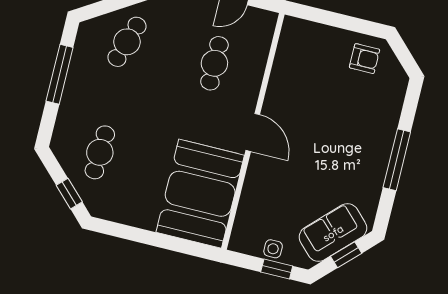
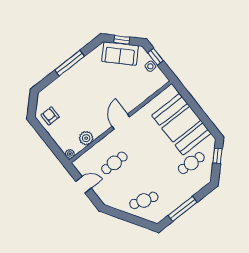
plant: (291, 25) -> (70, 154), added
plant: (285, 67) -> (86, 138), added
booth: (200, 194) -> (181, 124), moved, turned 90

